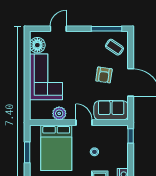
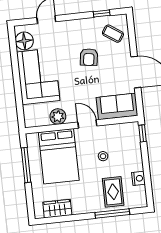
window: (107, 29) -> (102, 14), width x0.46
armchair: (104, 75) -> (89, 57), moved
window: (27, 152) -> (26, 165), width x1.44

